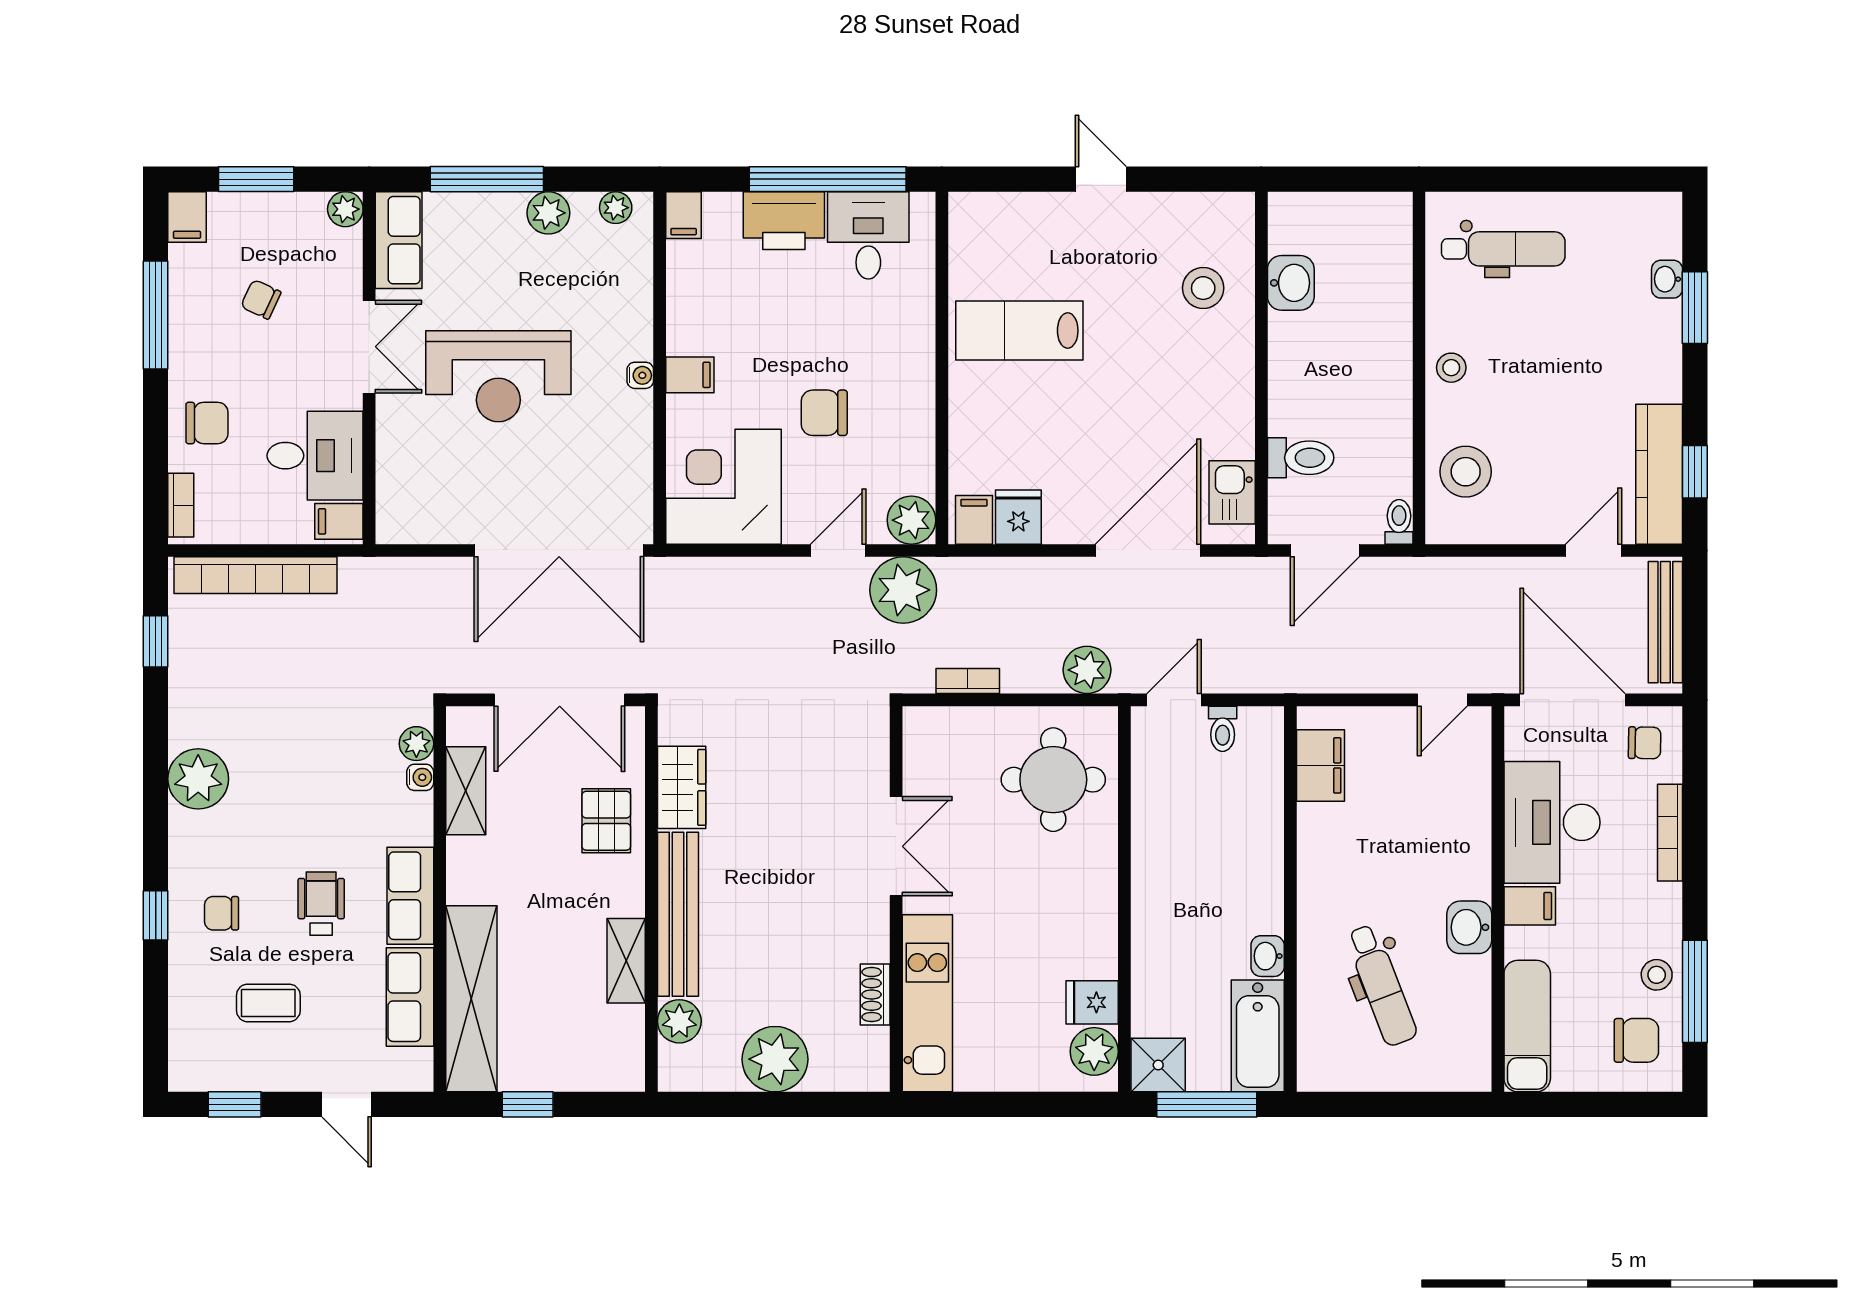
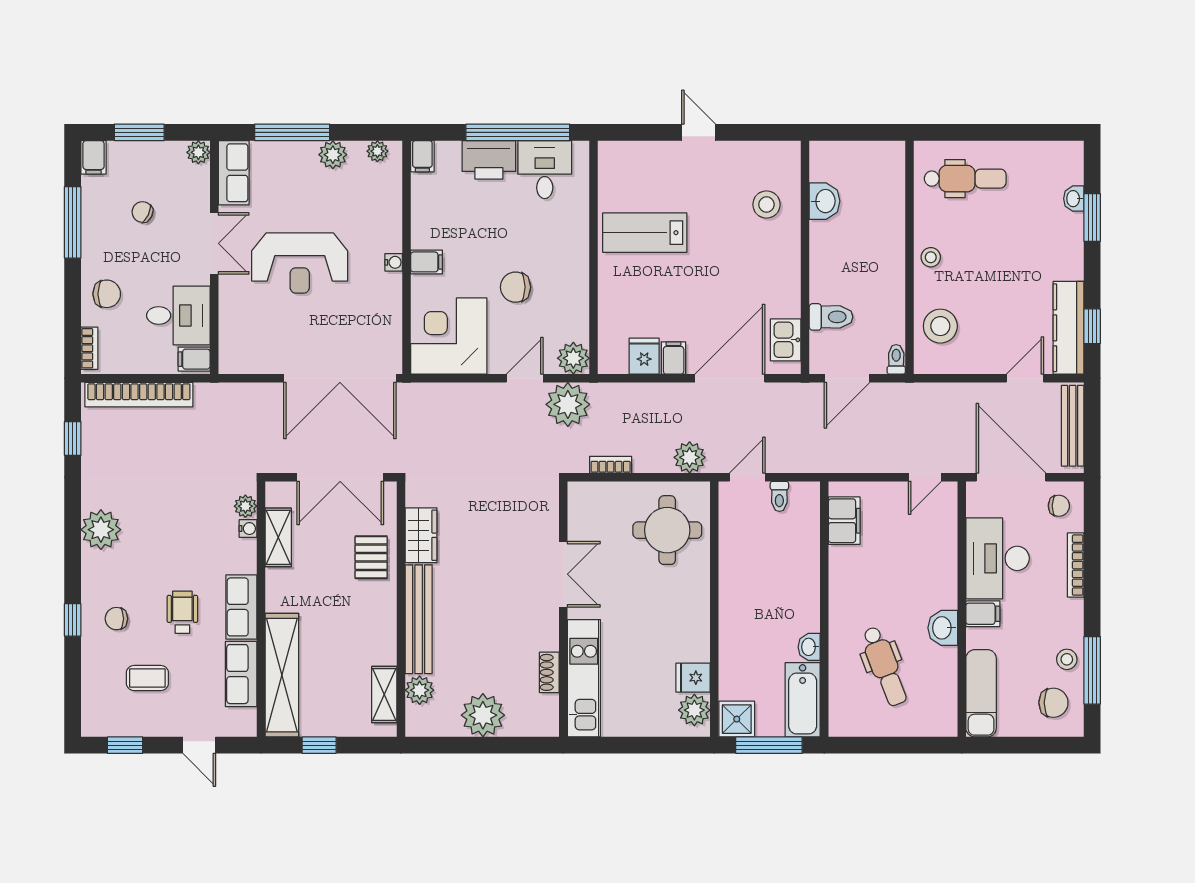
filing cabinet: (974, 520) -> (674, 358), moved
shelving: (626, 961) -> (384, 695), moved

